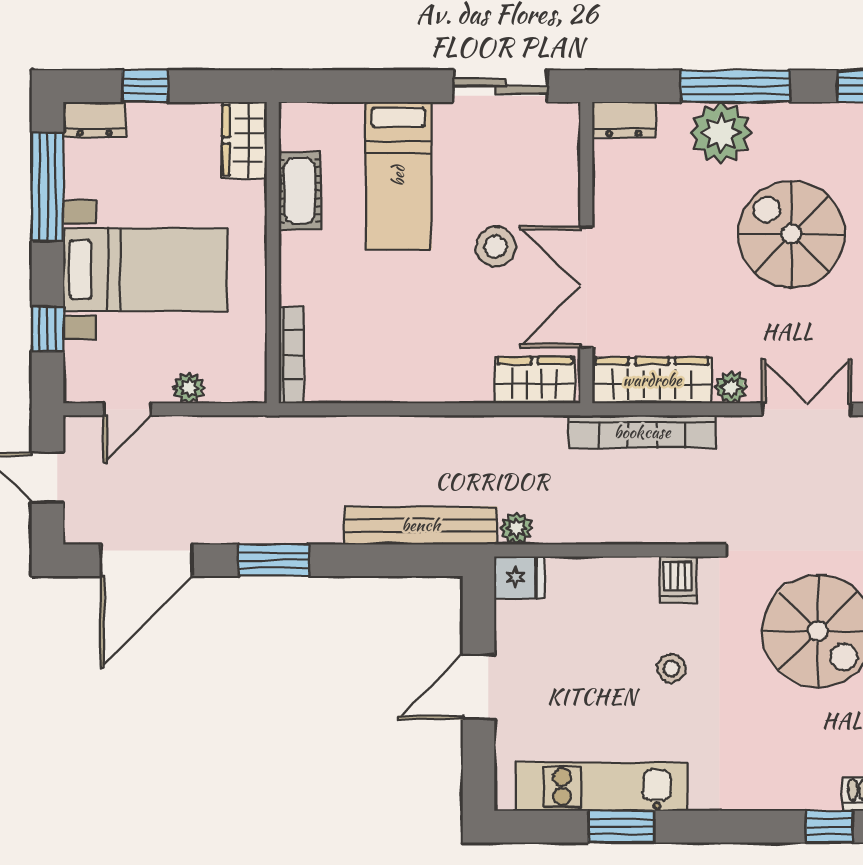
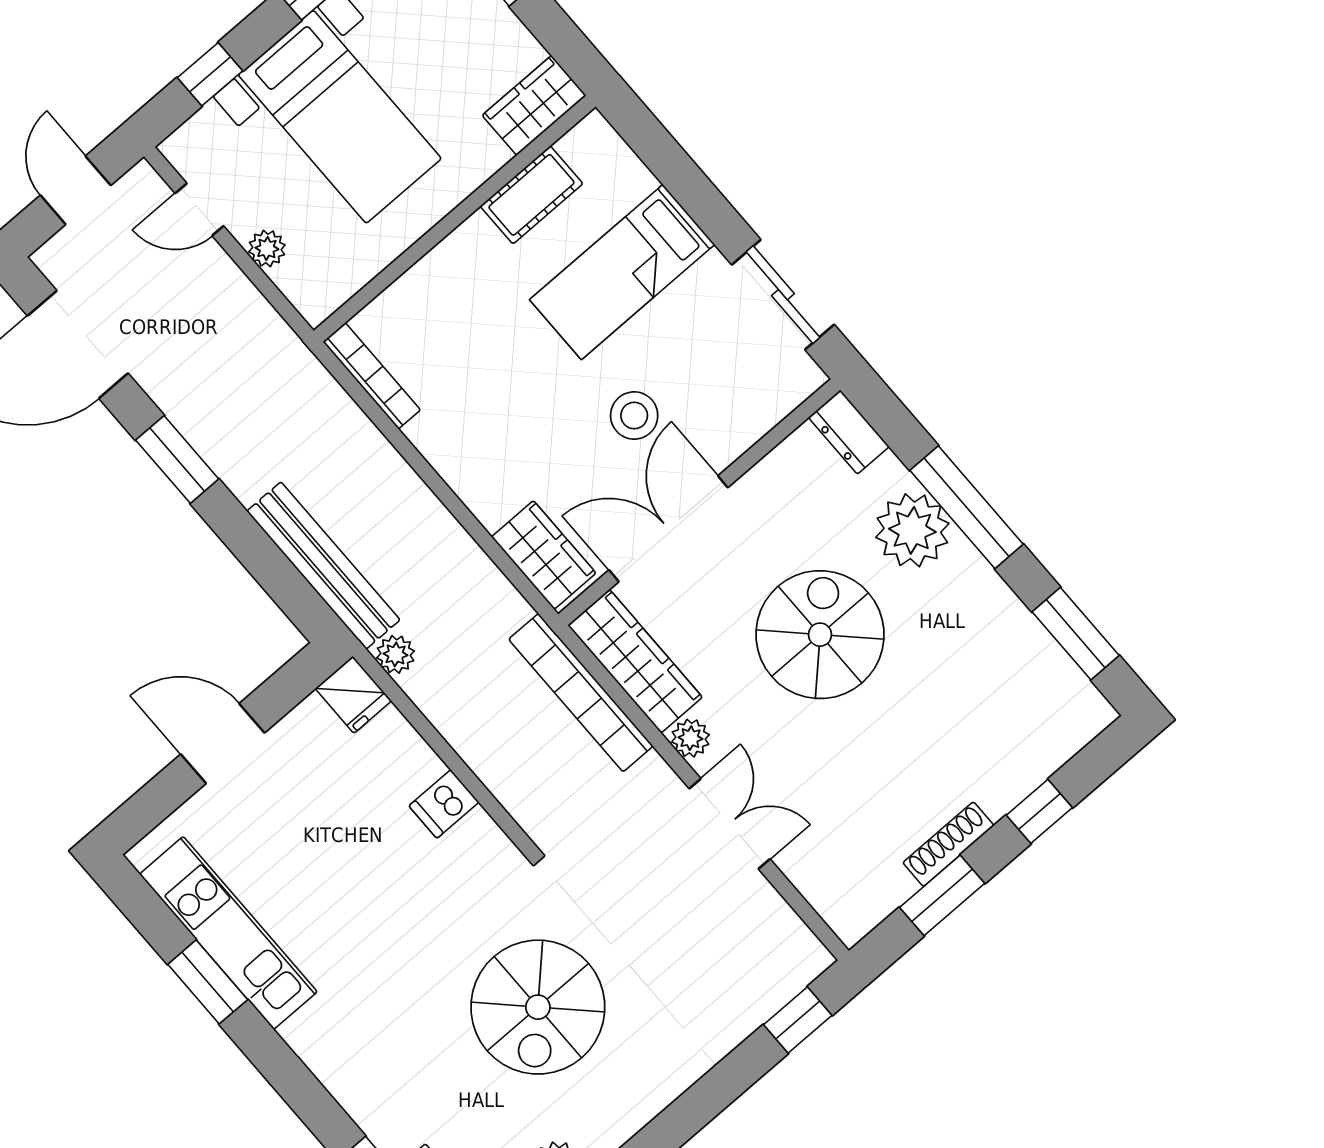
spiral stairs: (791, 234) -> (820, 635), moved
bookcase: (291, 355) -> (372, 376), moved, turned -90
dishwasher: (678, 580) -> (444, 804), moved
stool: (671, 668) -> (390, 904), removed

